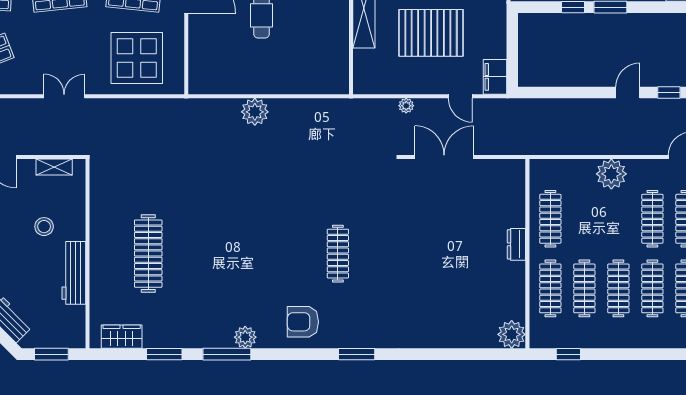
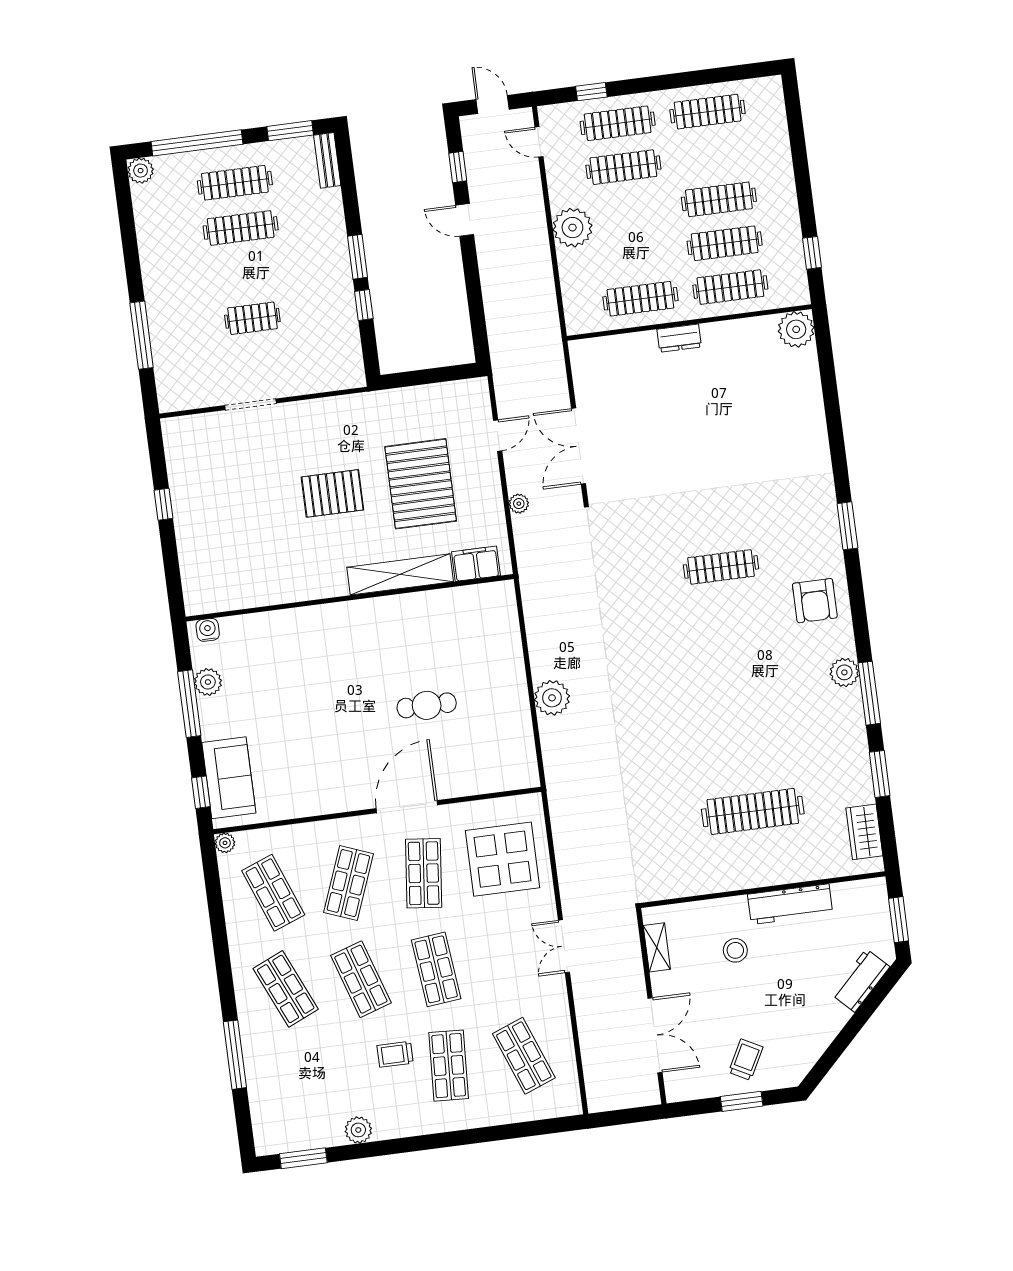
filing cabinet: (495, 77) -> (476, 564), moved, turned 180
clothes rail: (652, 288) -> (713, 155), removed

